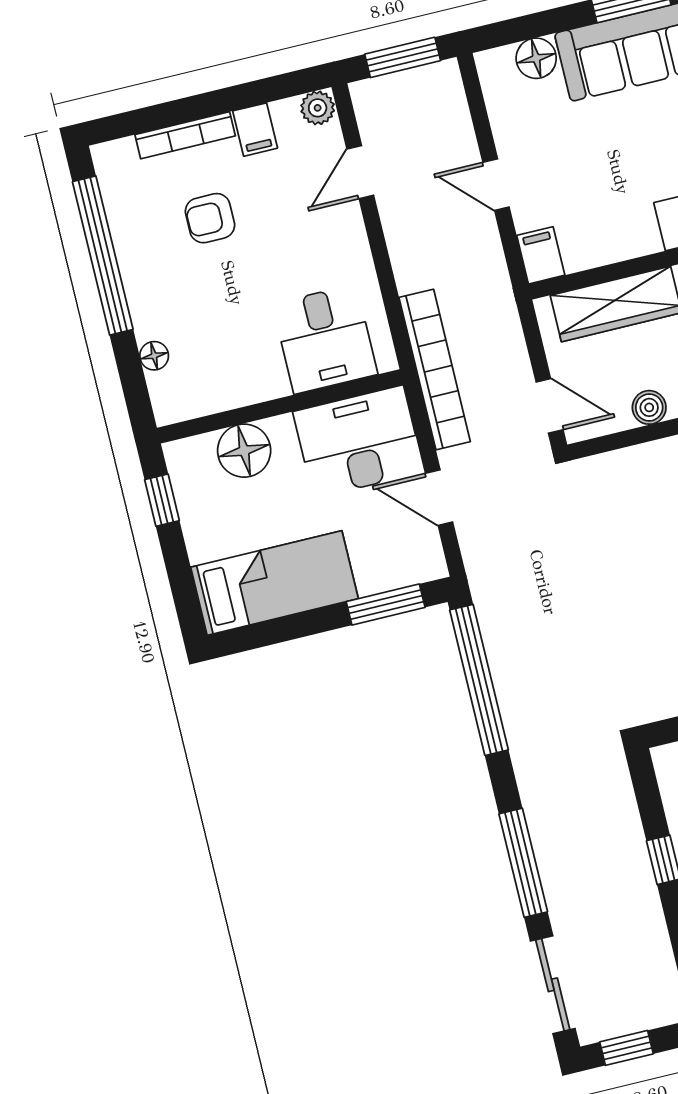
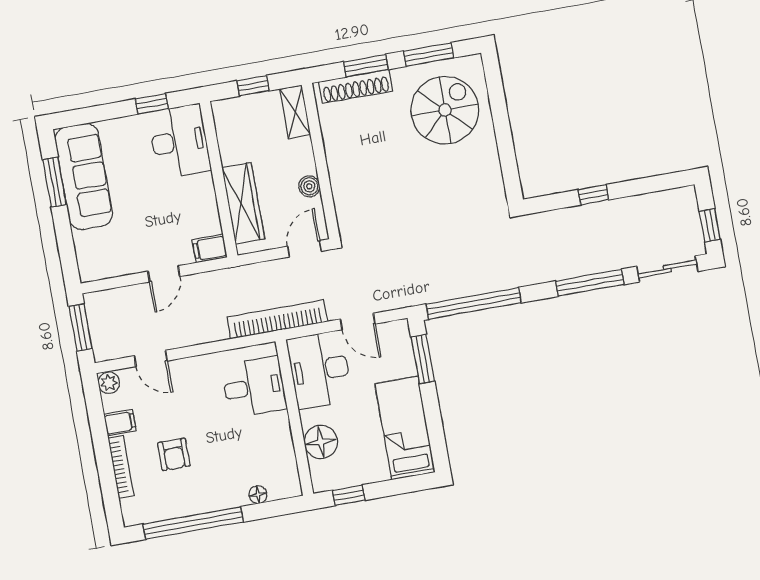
floor lamp: (536, 58) -> (86, 244), removed
door: (439, 498) -> (358, 322), hinge flipped

